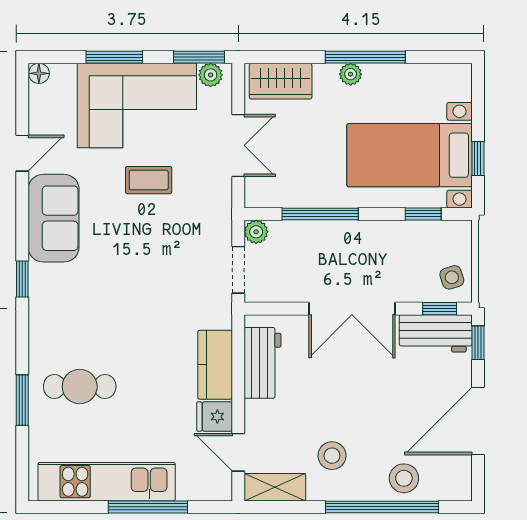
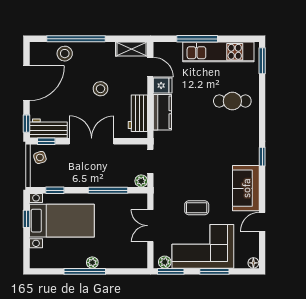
wardrobe: (281, 81) -> (128, 259), removed
window: (22, 400) -> (262, 61), moved
stool: (332, 456) -> (100, 89), moved

